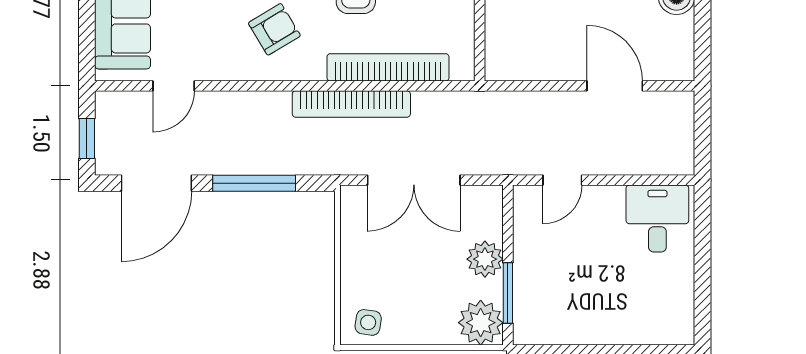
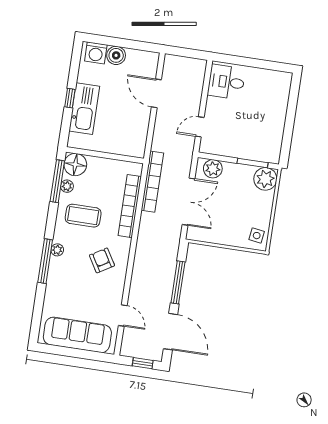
door: (615, 86) -> (156, 93), hinge flipped
bookcase: (351, 104) -> (152, 182), moved
door: (562, 180) -> (200, 127), swing flipped
plant: (485, 259) -> (213, 169), moved

